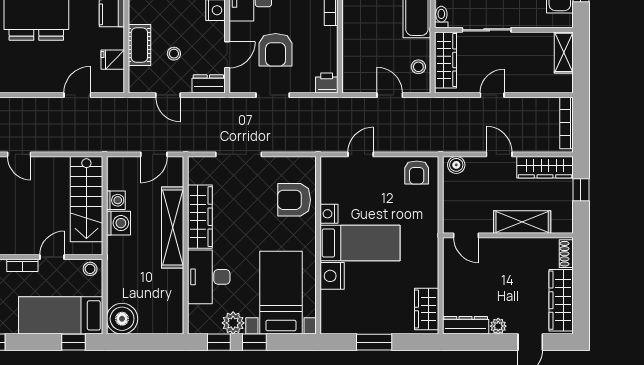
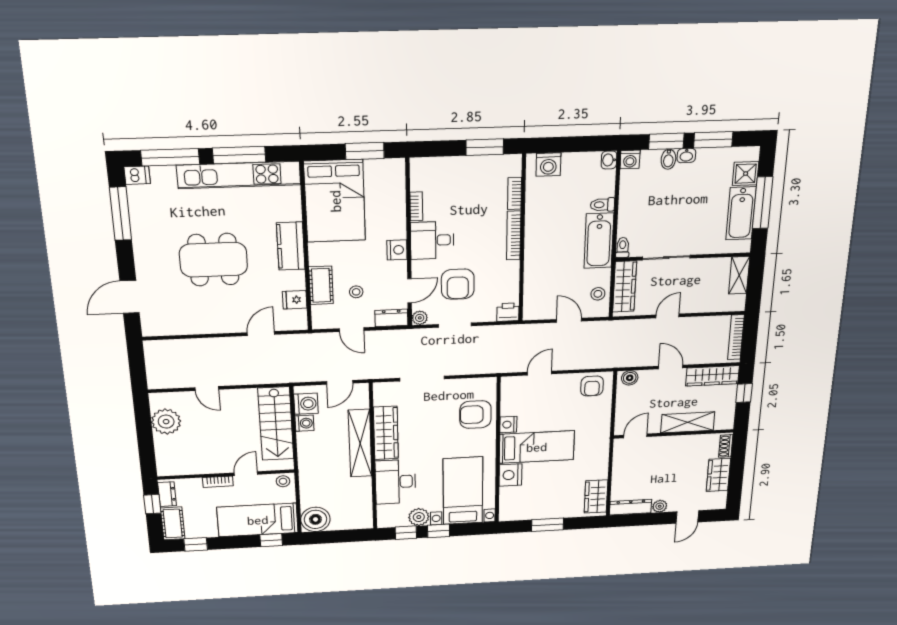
plant: (237, 85) -> (420, 318), added
washing machine: (118, 223) -> (306, 404), moved
door: (466, 235) -> (635, 436), swing flipped
wardrobe: (561, 300) -> (718, 475), width x0.67

